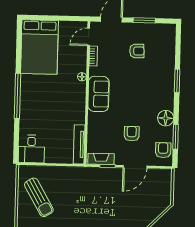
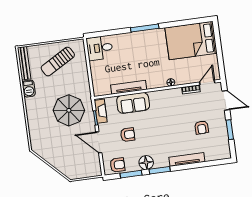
door: (88, 37) -> (207, 83), hinge flipped
tv unit: (169, 73) -> (187, 159), added
window: (177, 81) -> (160, 170), moved
sofa: (99, 94) -> (133, 103), moved
window: (17, 96) -> (145, 28), width x0.68
tv unit: (79, 144) -> (129, 87), moved
parasol: (94, 194) -> (69, 110), added

